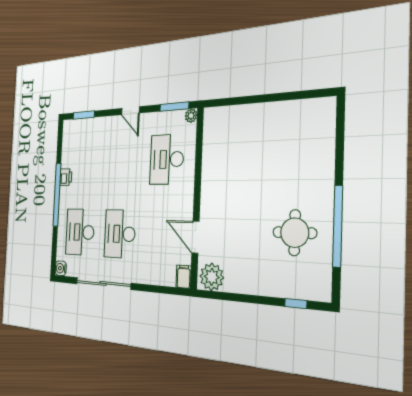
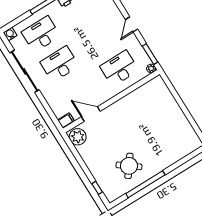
round table: (295, 233) -> (129, 166), turned 37
door: (196, 237) -> (91, 114), hinge flipped

